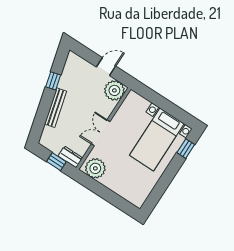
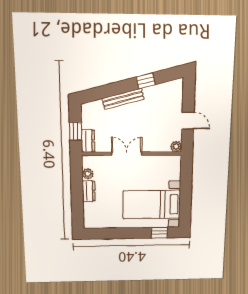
plant: (114, 90) -> (176, 147), width x0.53, depth x0.53
plant: (95, 168) -> (88, 174), width x0.53, depth x0.53
dresser: (111, 184) -> (89, 191), added

